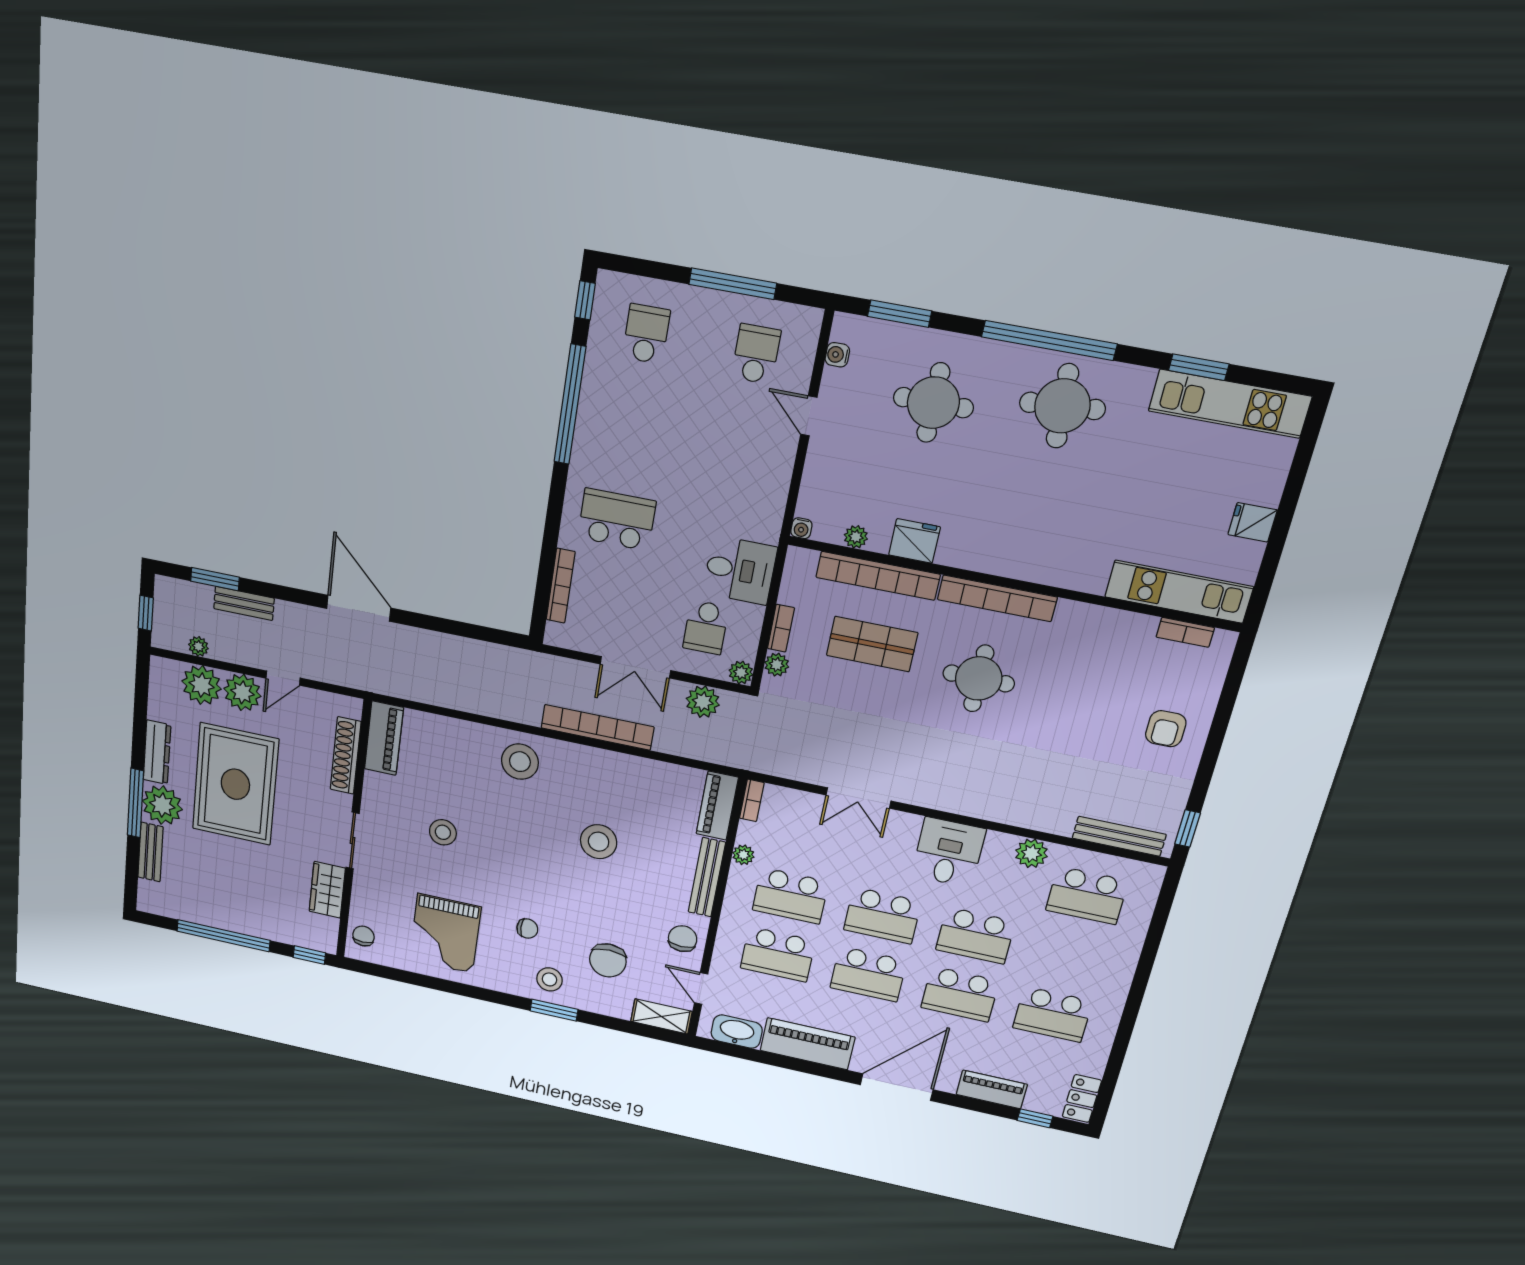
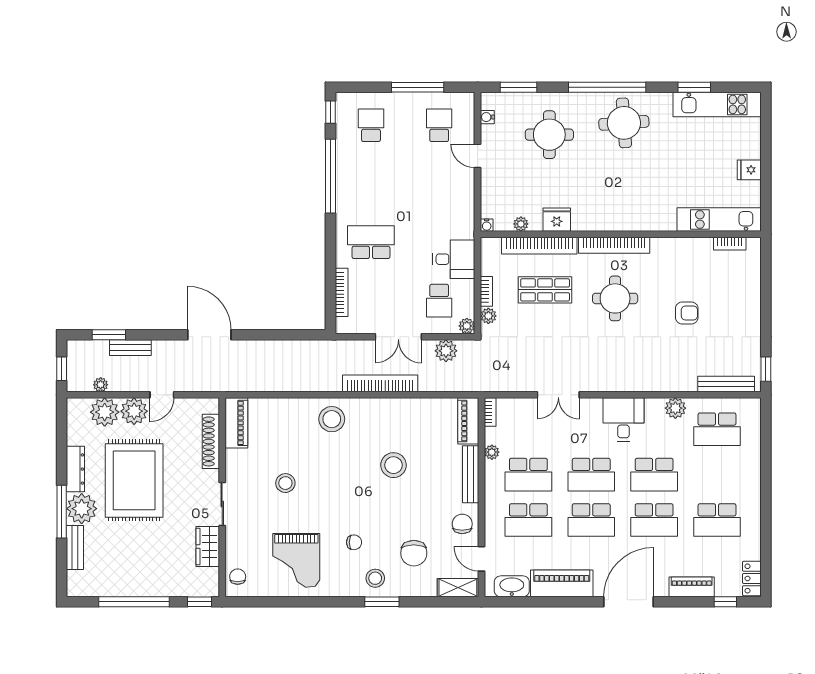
armchair: (1166, 729) -> (687, 313), moved, turned -90

